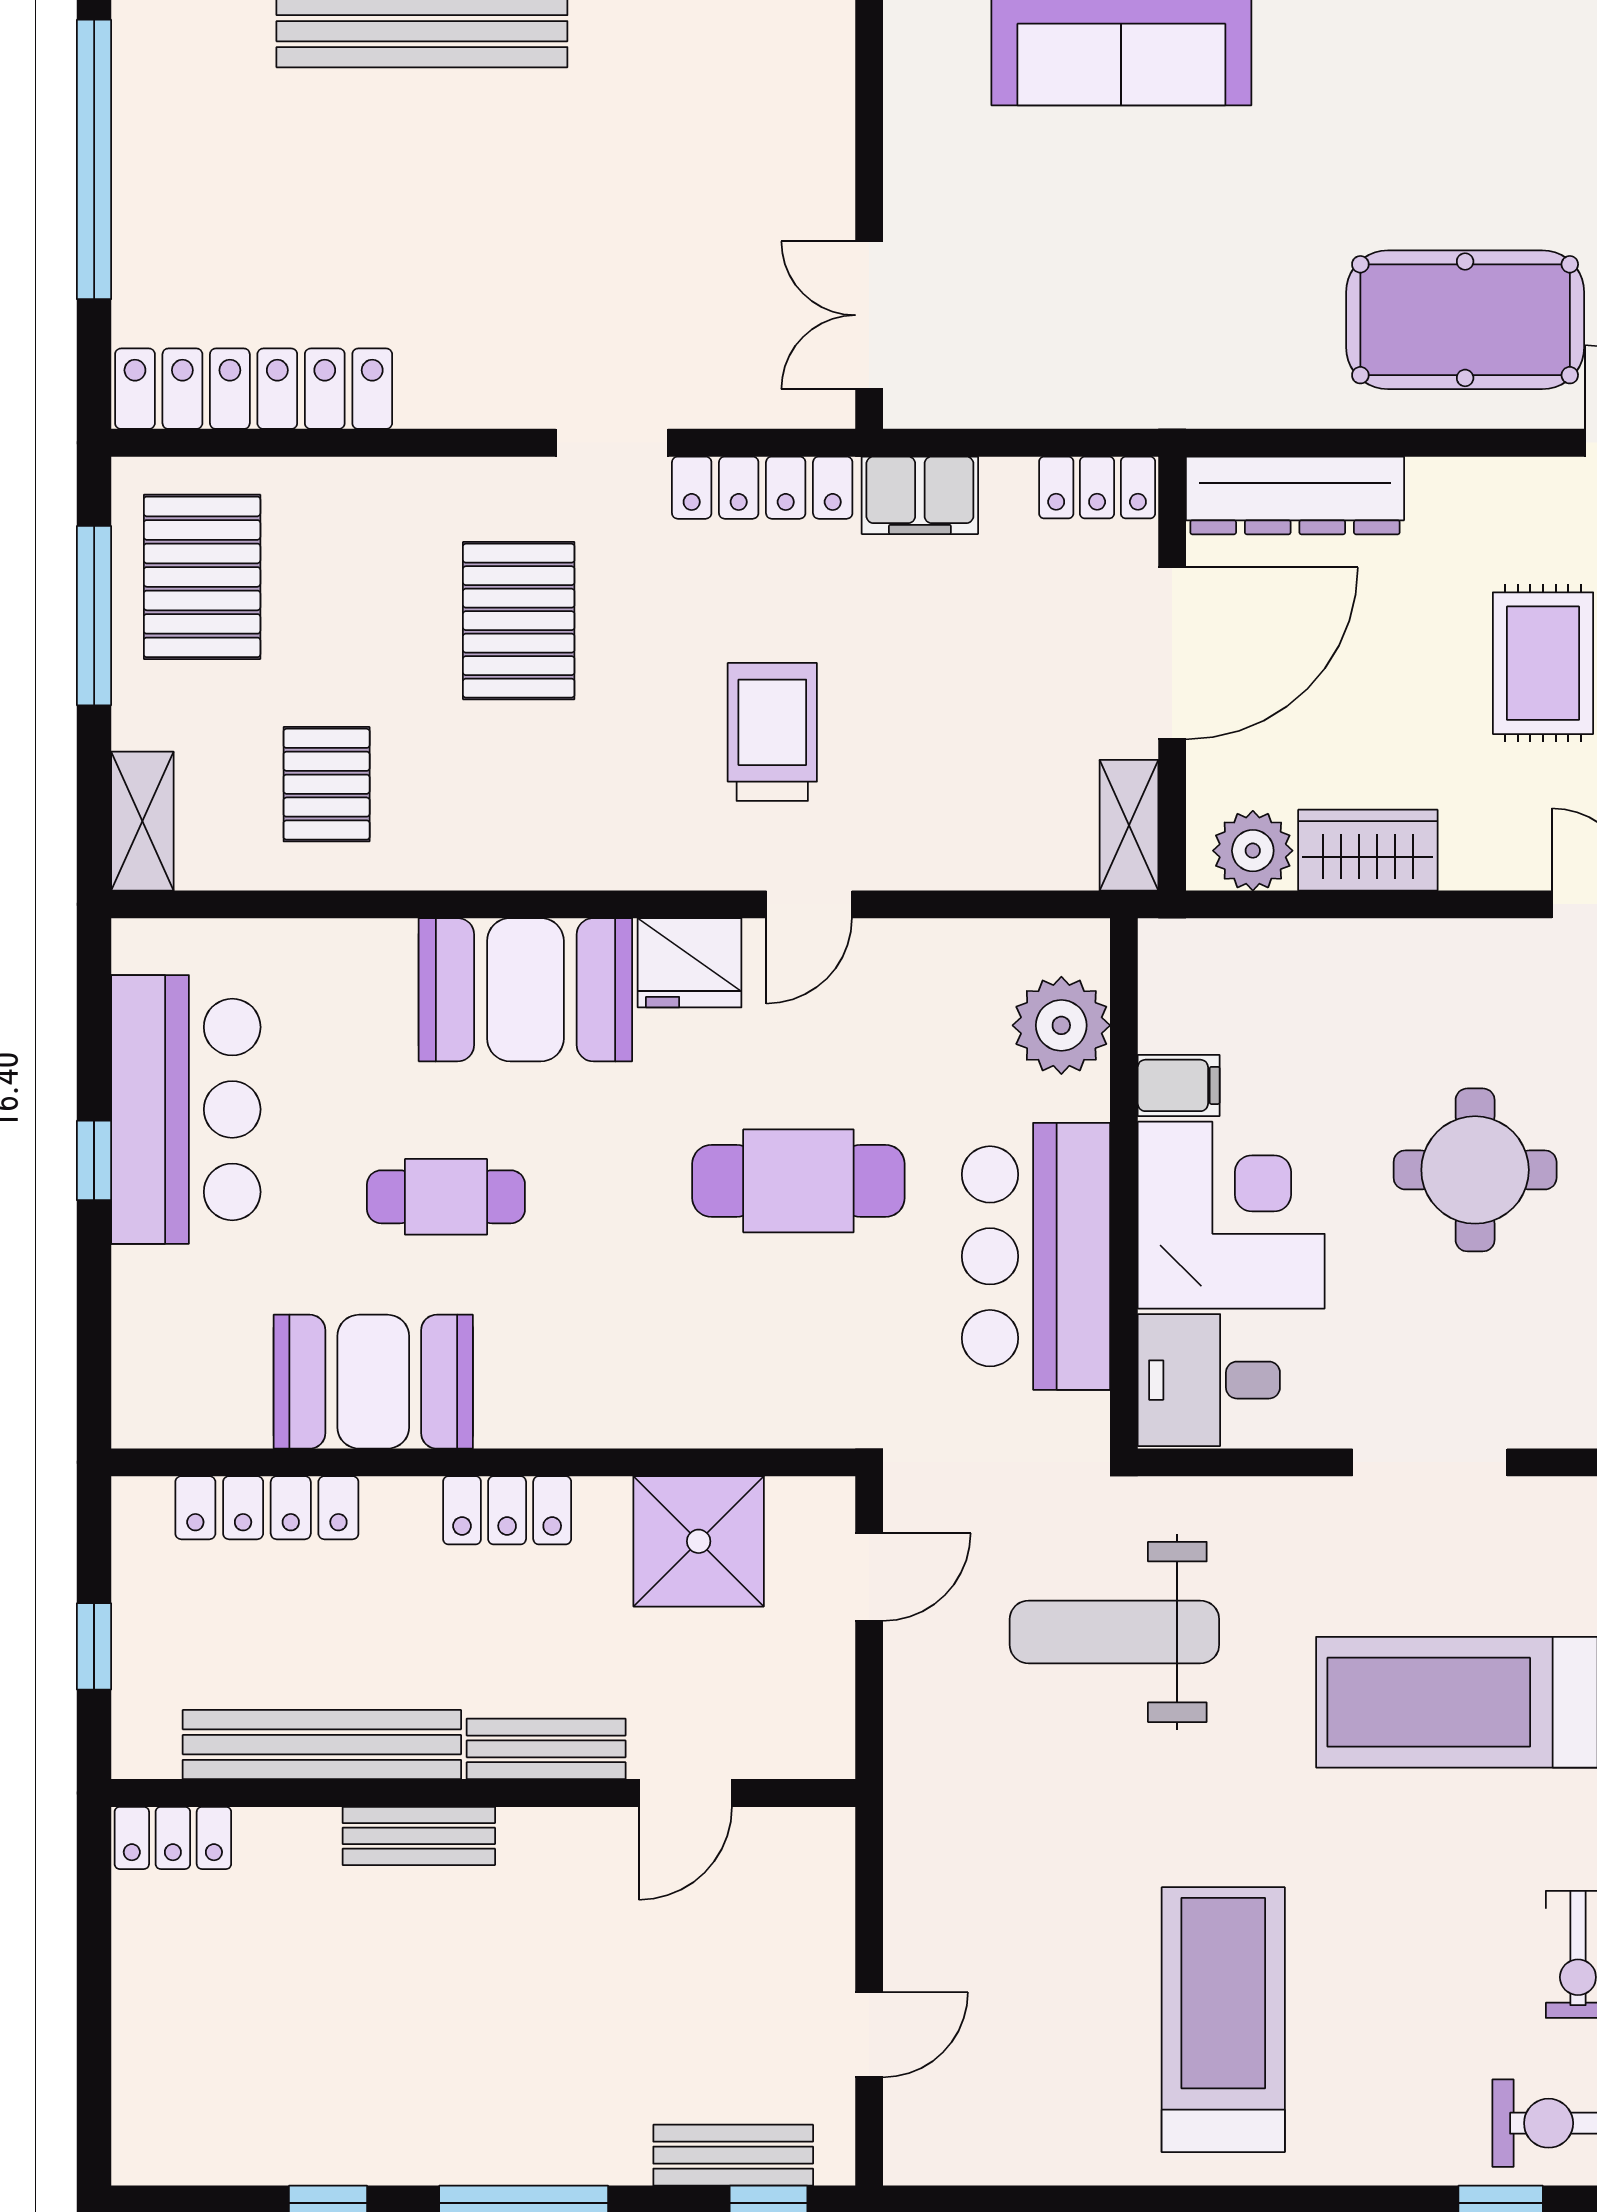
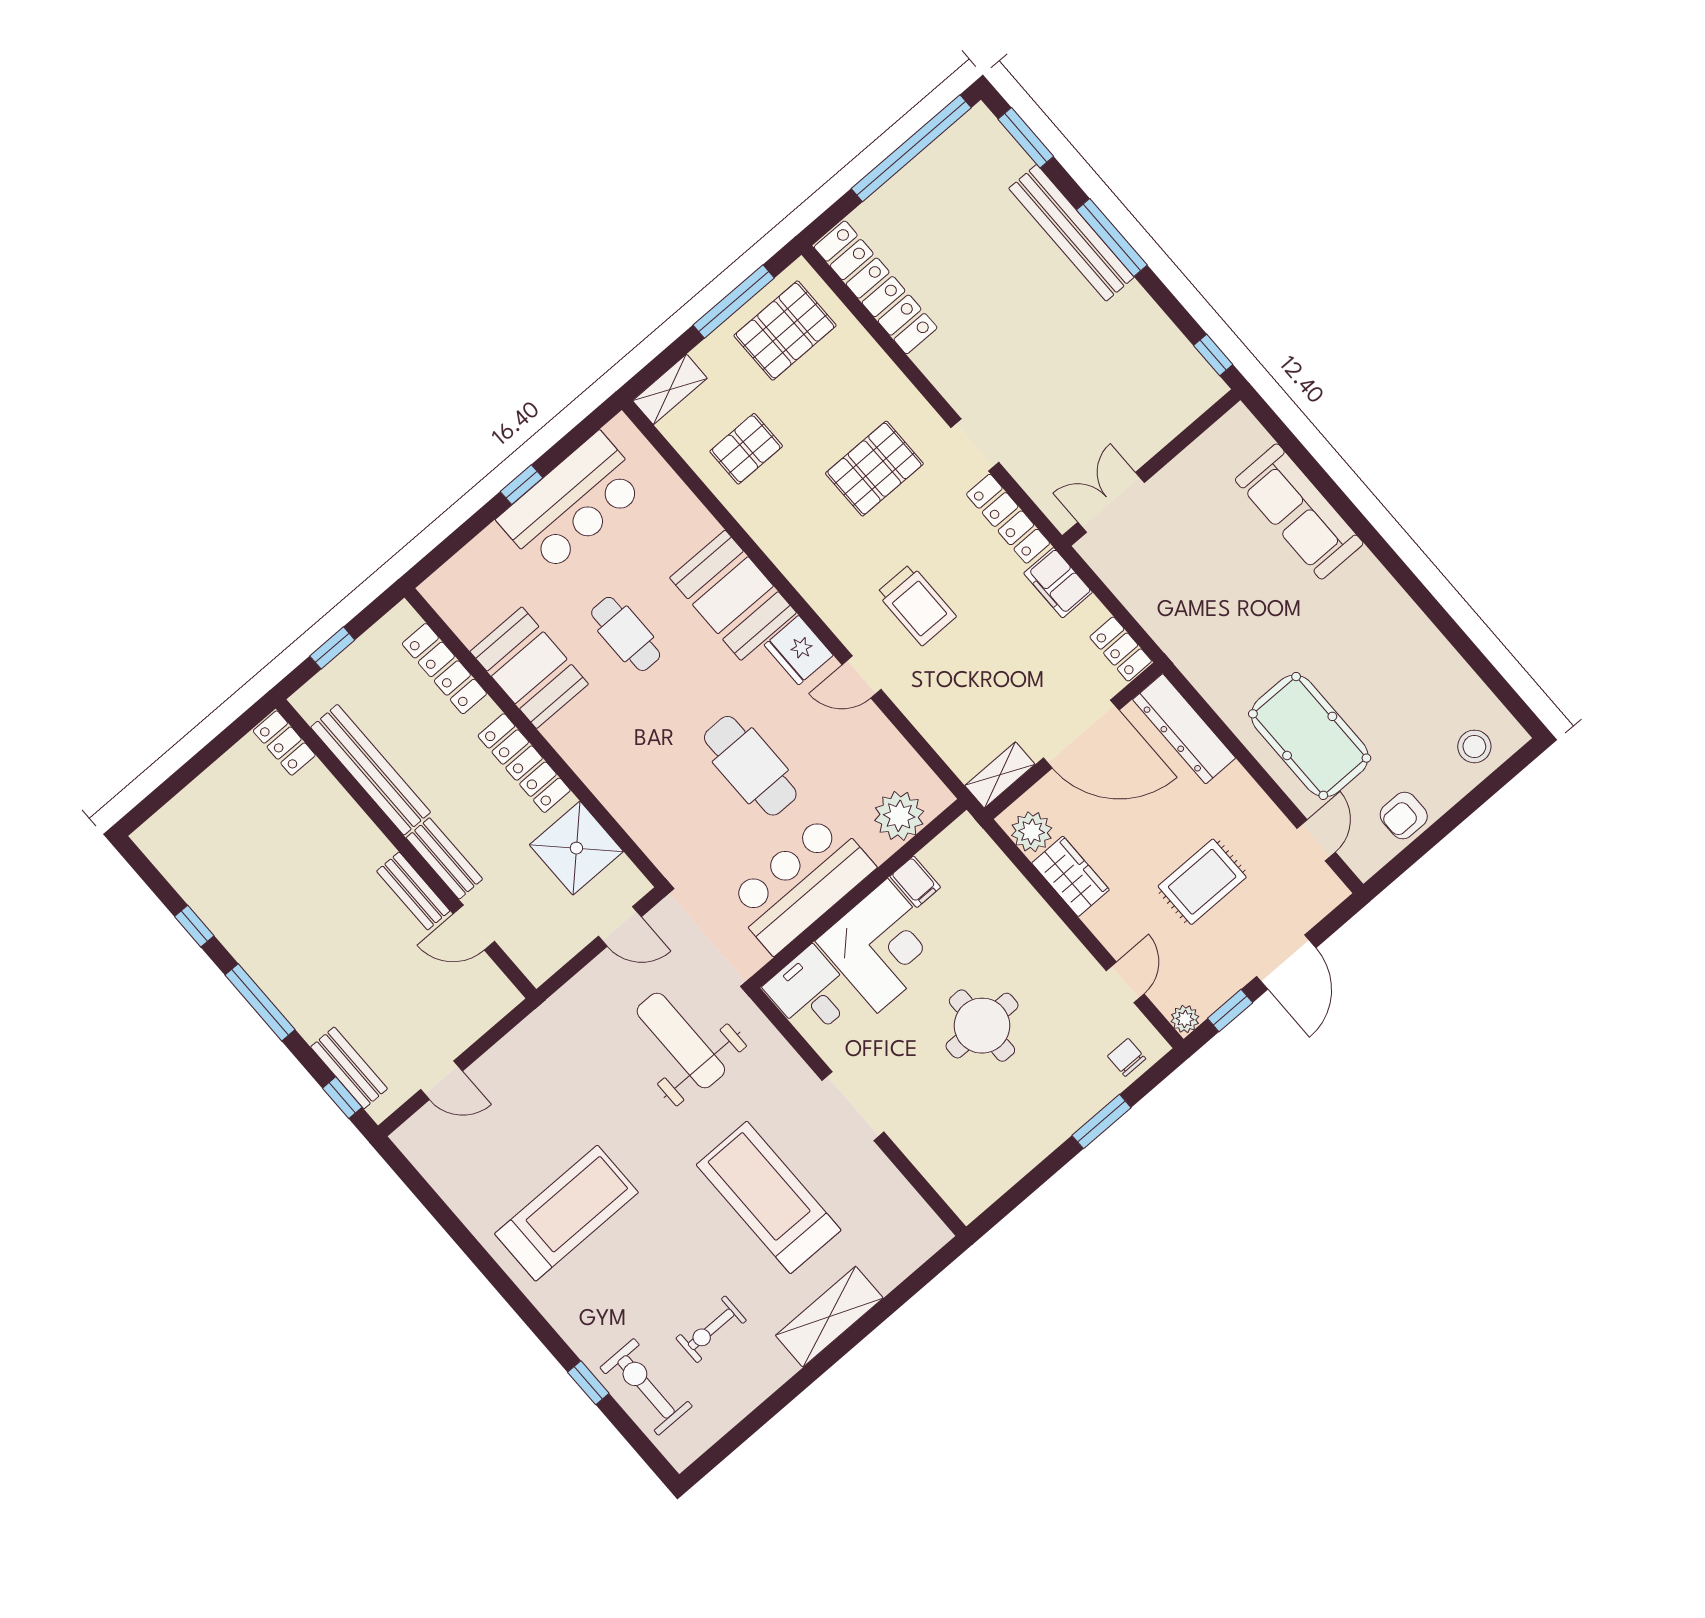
trolley: (772, 732) -> (916, 605), turned 90
locker: (507, 1510) -> (524, 763), width x1.53
bench: (419, 1836) -> (413, 891), moved

